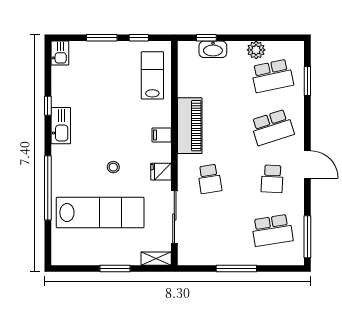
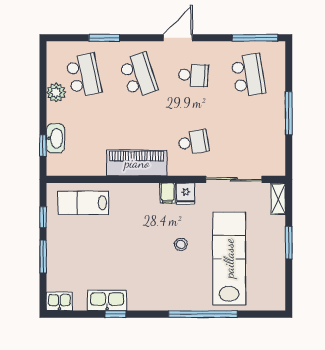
window: (307, 81) -> (104, 38), moved
kitchen sink: (61, 126) -> (107, 300), moved
filing cabinet: (162, 135) -> (168, 193), moved

